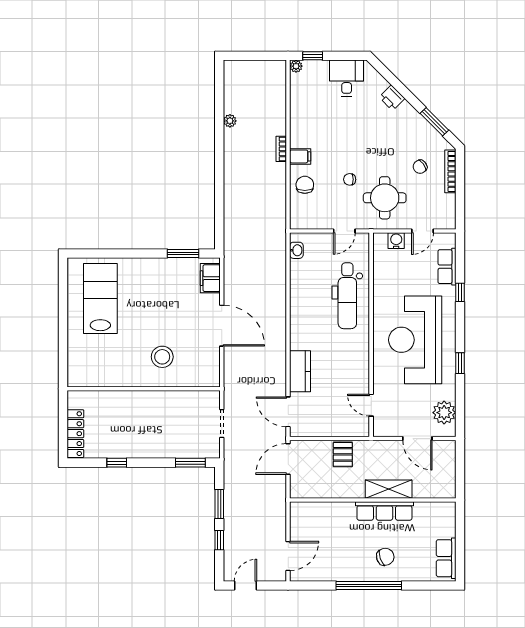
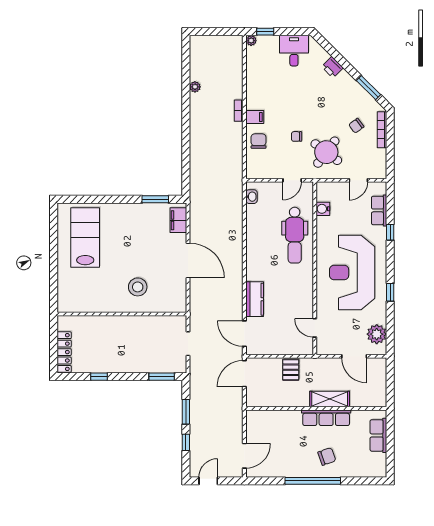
round table: (385, 198) -> (326, 152), turned 37
water cooler: (396, 241) -> (323, 209), moved, turned -90
row of seats: (446, 558) -> (378, 435), moved

